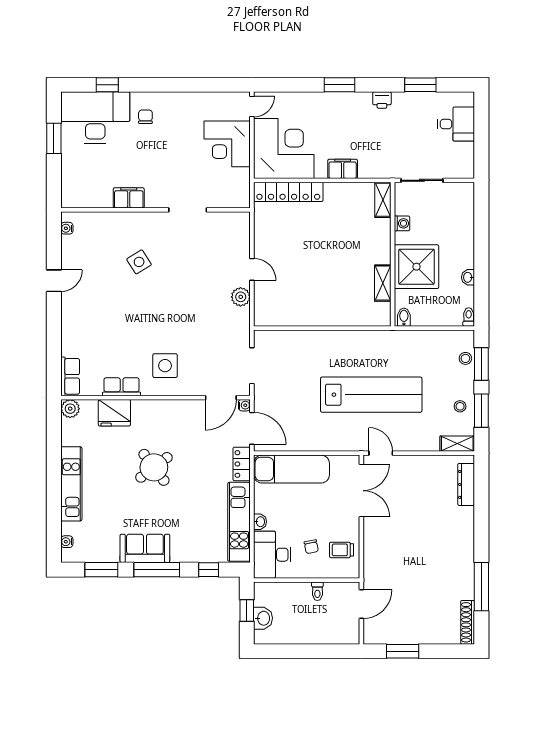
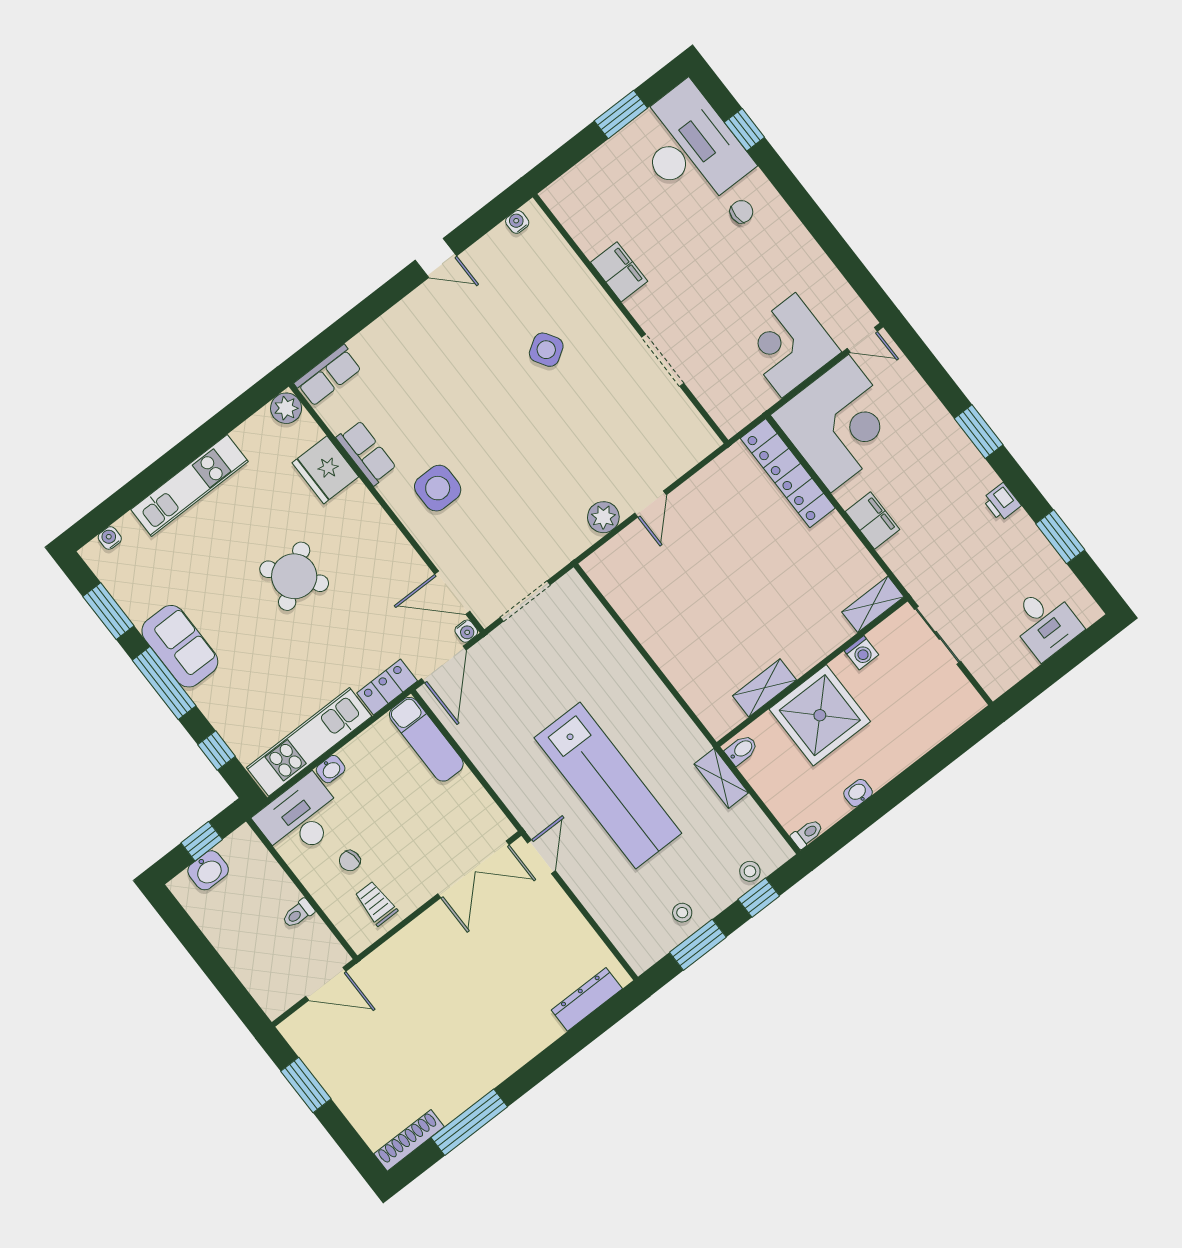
window: (481, 364) -> (759, 898), width x0.67
shelving: (457, 444) -> (721, 778), moved
exam couch: (292, 469) -> (426, 739), width x0.73, depth x0.69

